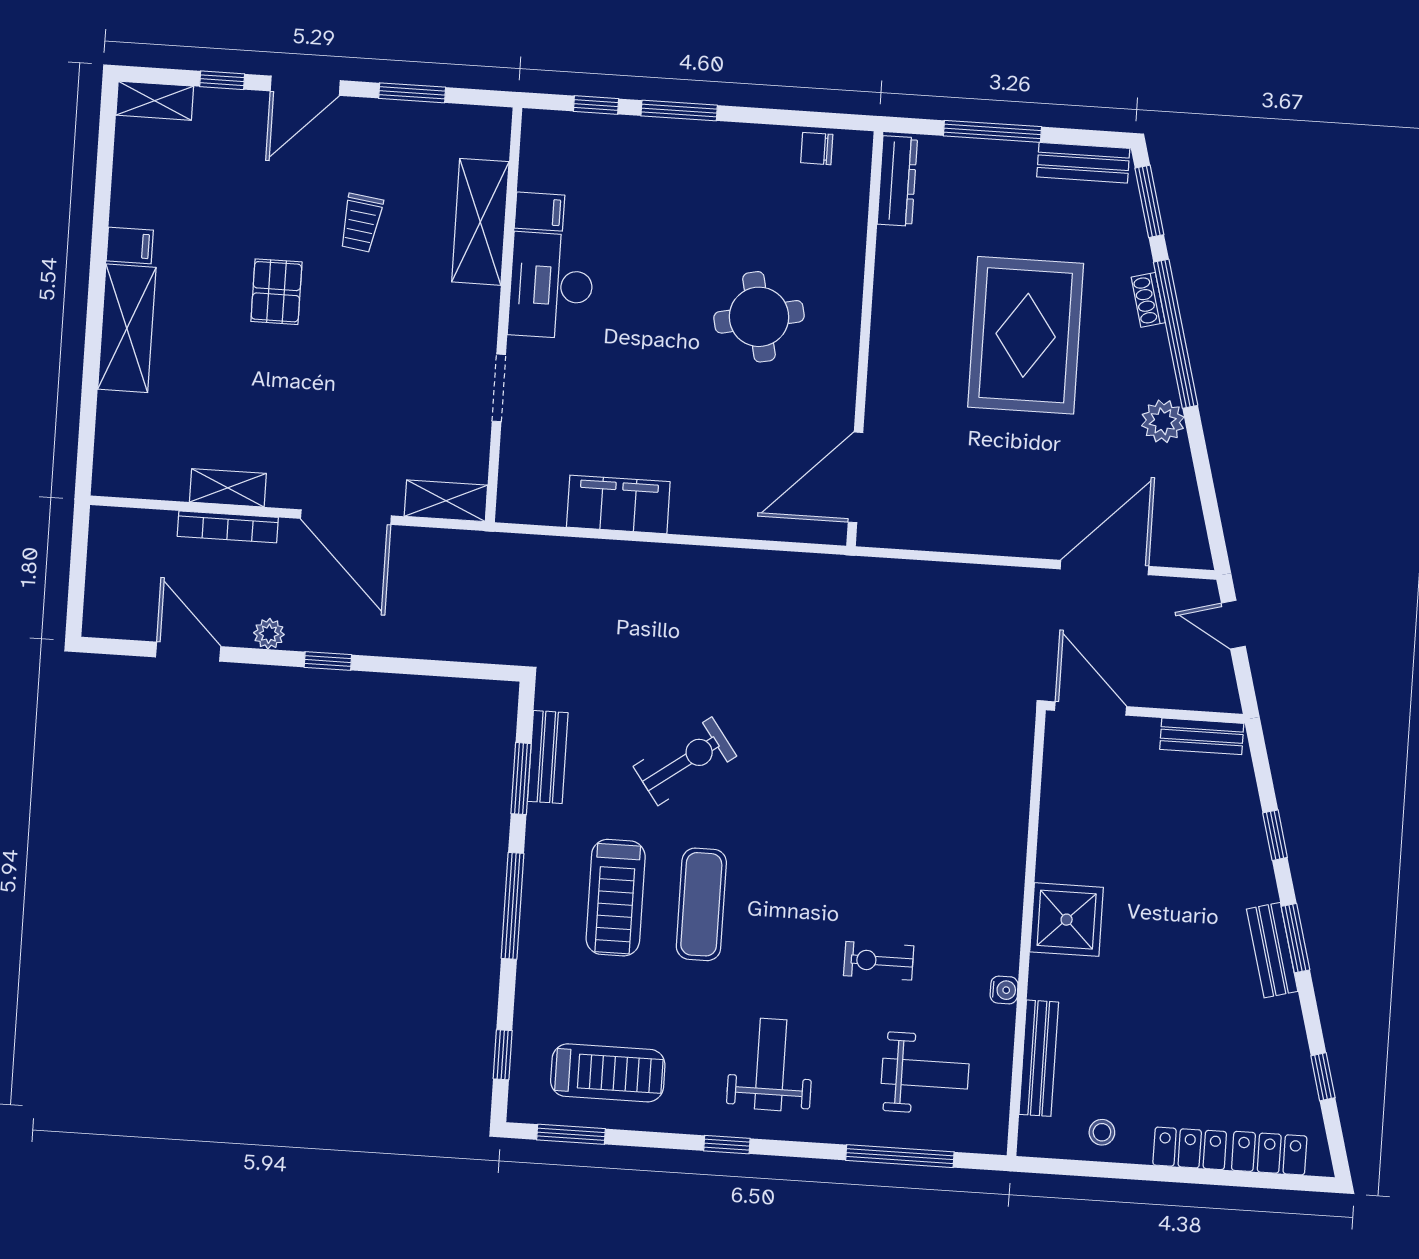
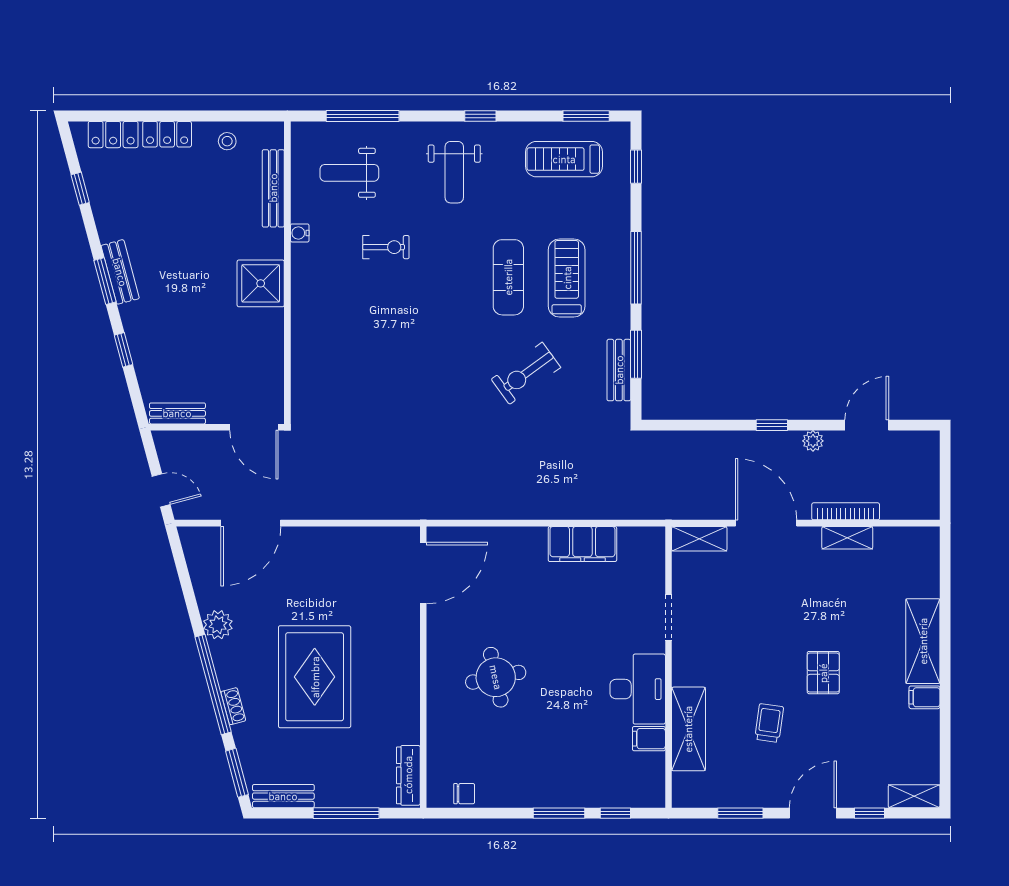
door: (188, 652) -> (867, 425), swing flipped

